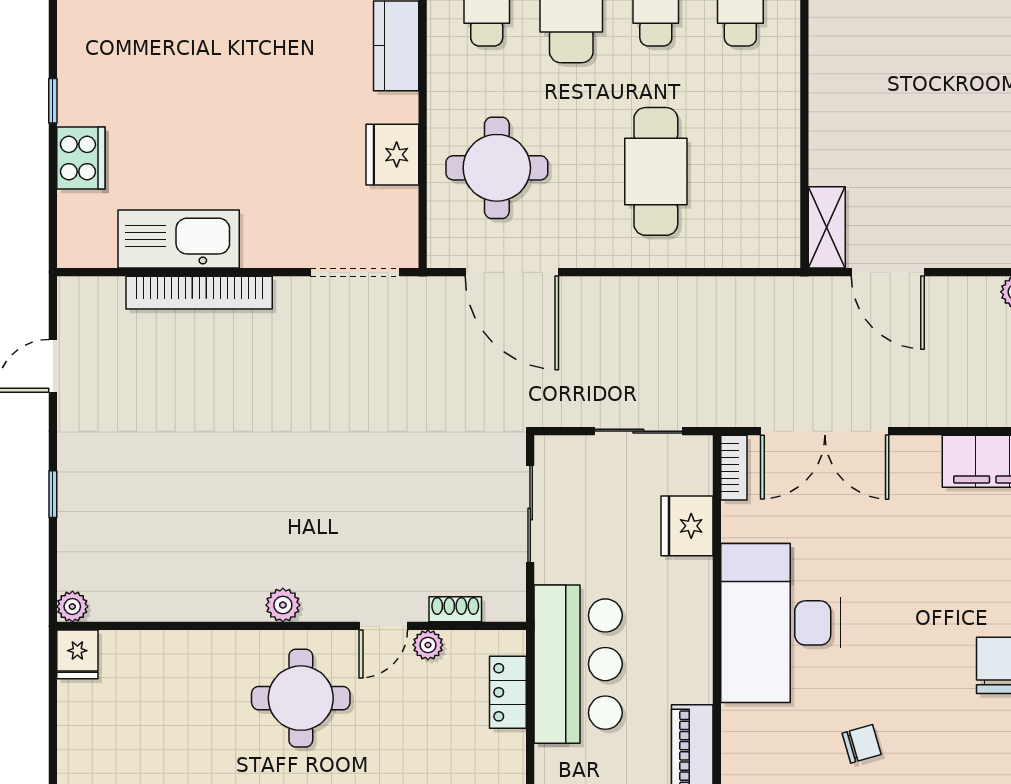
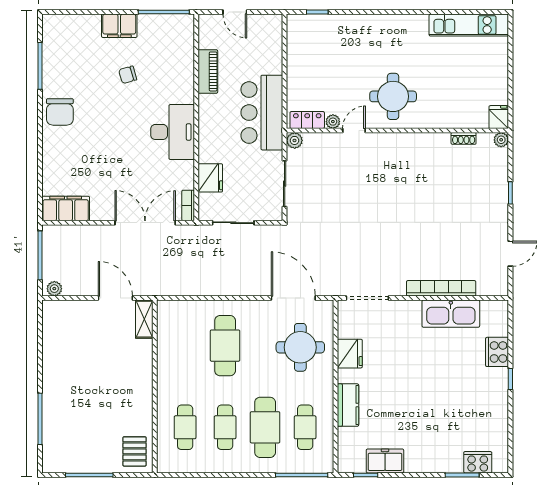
plant: (283, 605) -> (295, 140), moved
shoe rack: (455, 609) -> (464, 138), moved
desk: (781, 623) -> (173, 132), width x0.73, depth x0.77
locker: (508, 692) -> (307, 120), moved, turned -90

